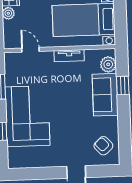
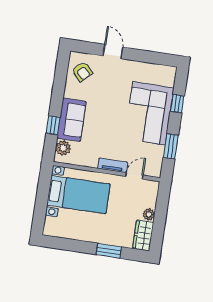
door: (30, 50) -> (134, 176), swing flipped
tv unit: (69, 56) -> (113, 165), moved

